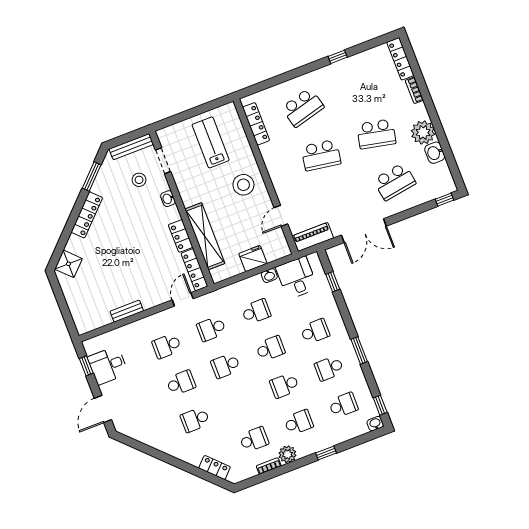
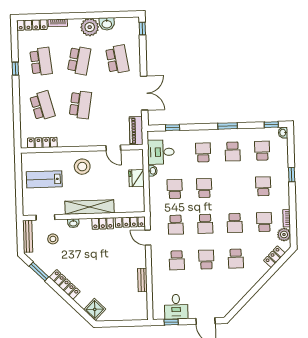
school desk: (358, 86) -> (41, 62), added
shelving: (205, 236) -> (90, 207), moved
school desk: (284, 385) -> (235, 223), moved
plant: (287, 454) -> (284, 235), moved

